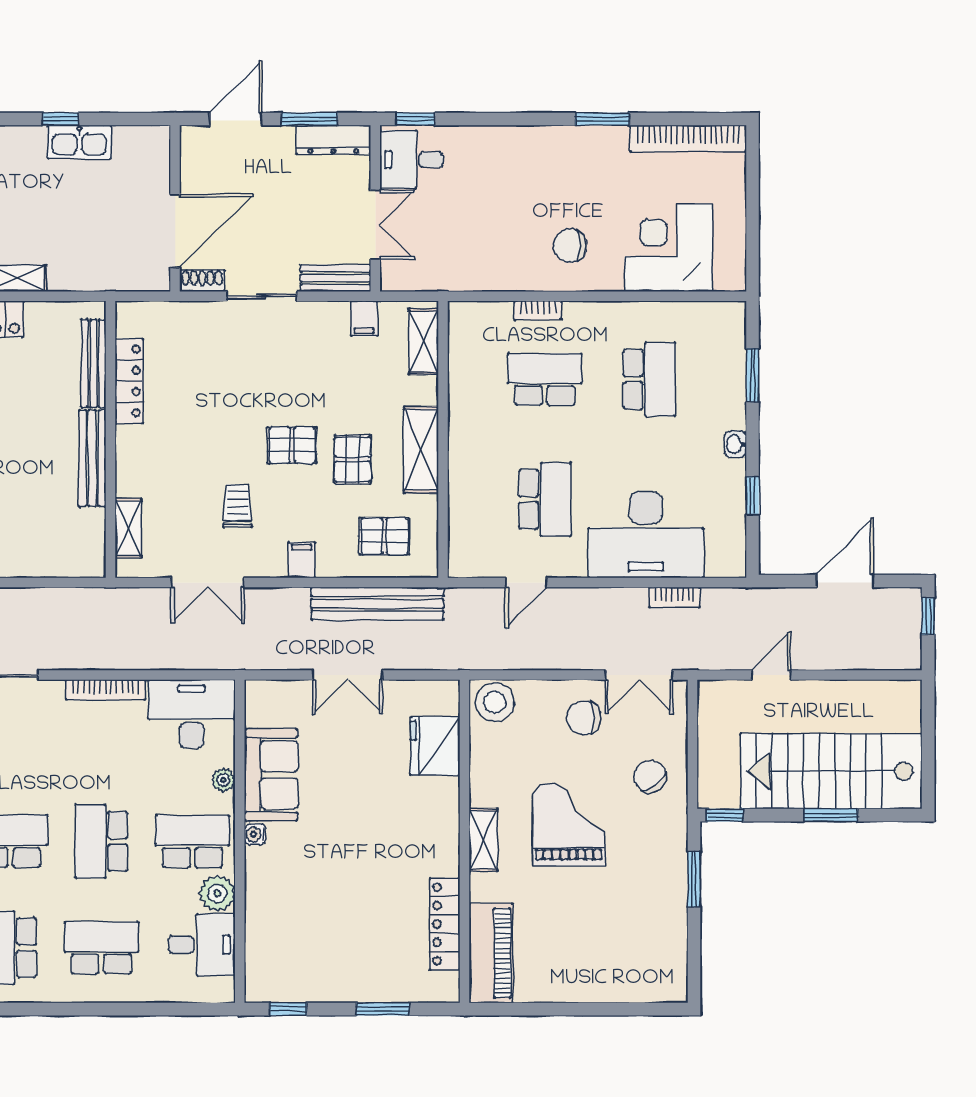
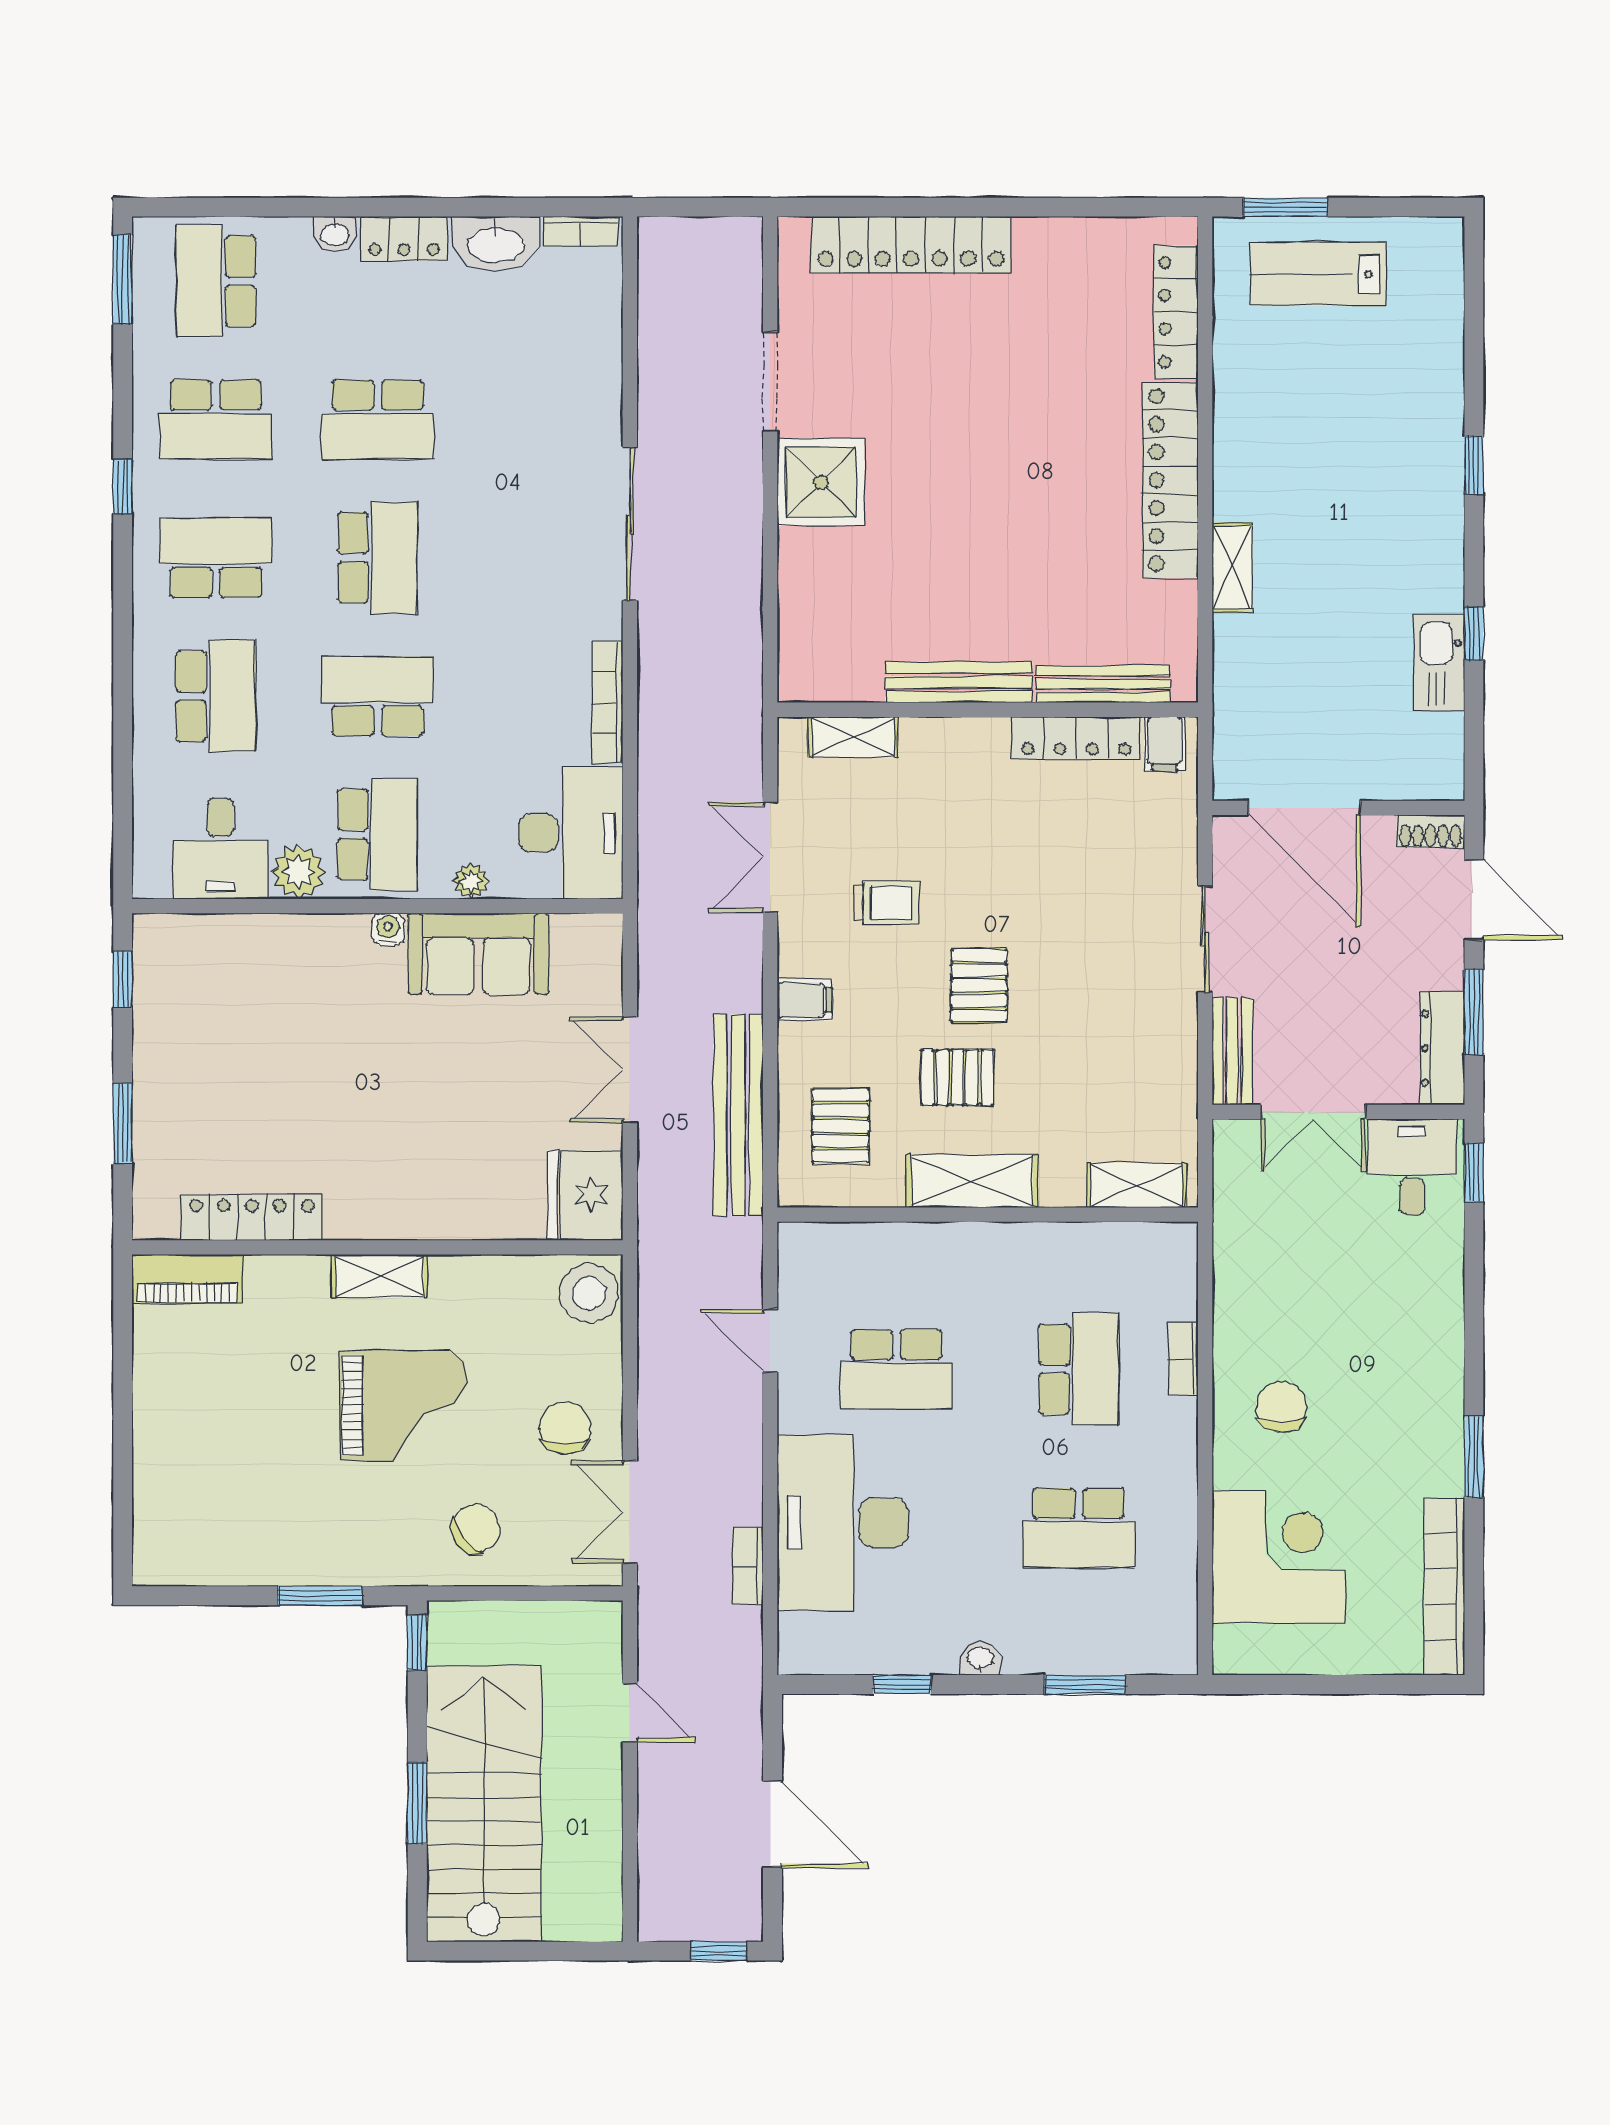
shoe rack: (202, 281) -> (1431, 831), moved, turned 90
filing cabinet: (364, 319) -> (1165, 744), moved, turned -90
fridge: (435, 746) -> (585, 1195), moved, turned -90
piano: (491, 953) -> (187, 1279), width x0.73, depth x0.75

